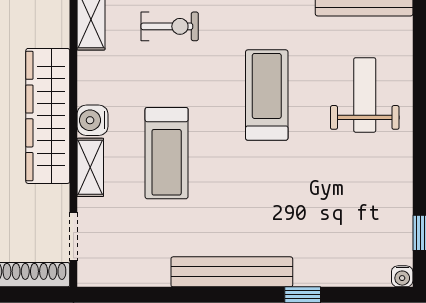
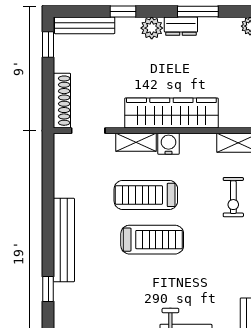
treadmill: (267, 95) -> (152, 240), moved

